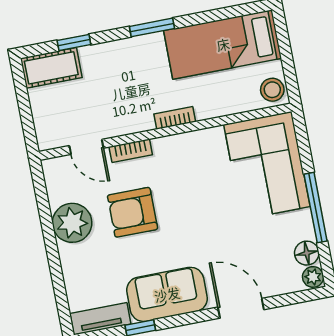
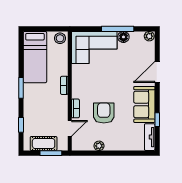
cot: (51, 68) -> (44, 143), moved, turned 90
window: (26, 117) -> (51, 153), added
armchair: (133, 212) -> (104, 113), turned 180
plant: (72, 223) -> (99, 146), width x0.53, depth x0.53
floor lamp: (307, 253) -> (123, 37), moved

